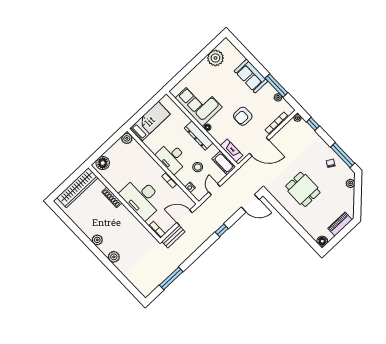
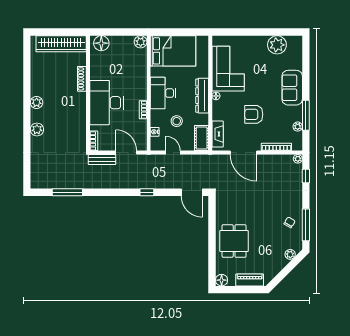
bed: (150, 121) -> (173, 51), width x1.50
door: (214, 189) -> (173, 153), hinge flipped
dining table: (303, 189) -> (234, 241), moved

